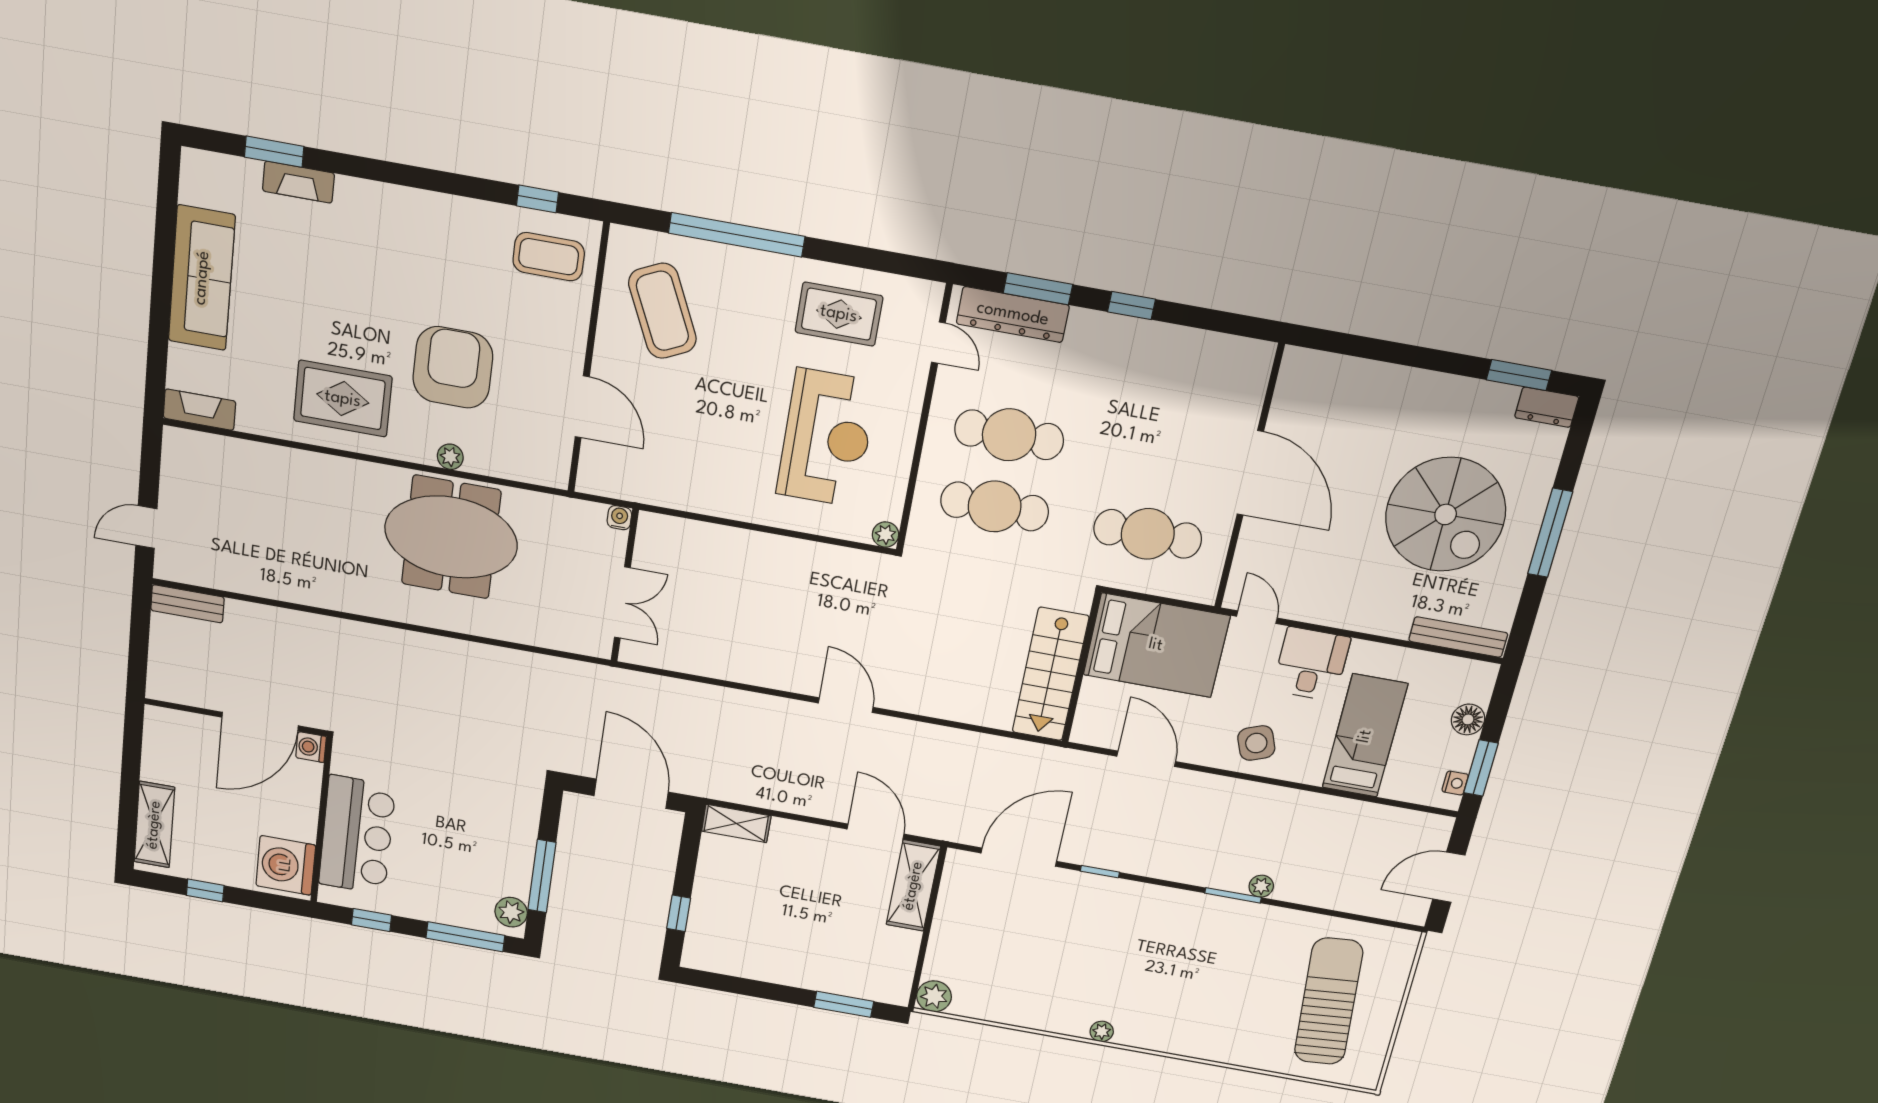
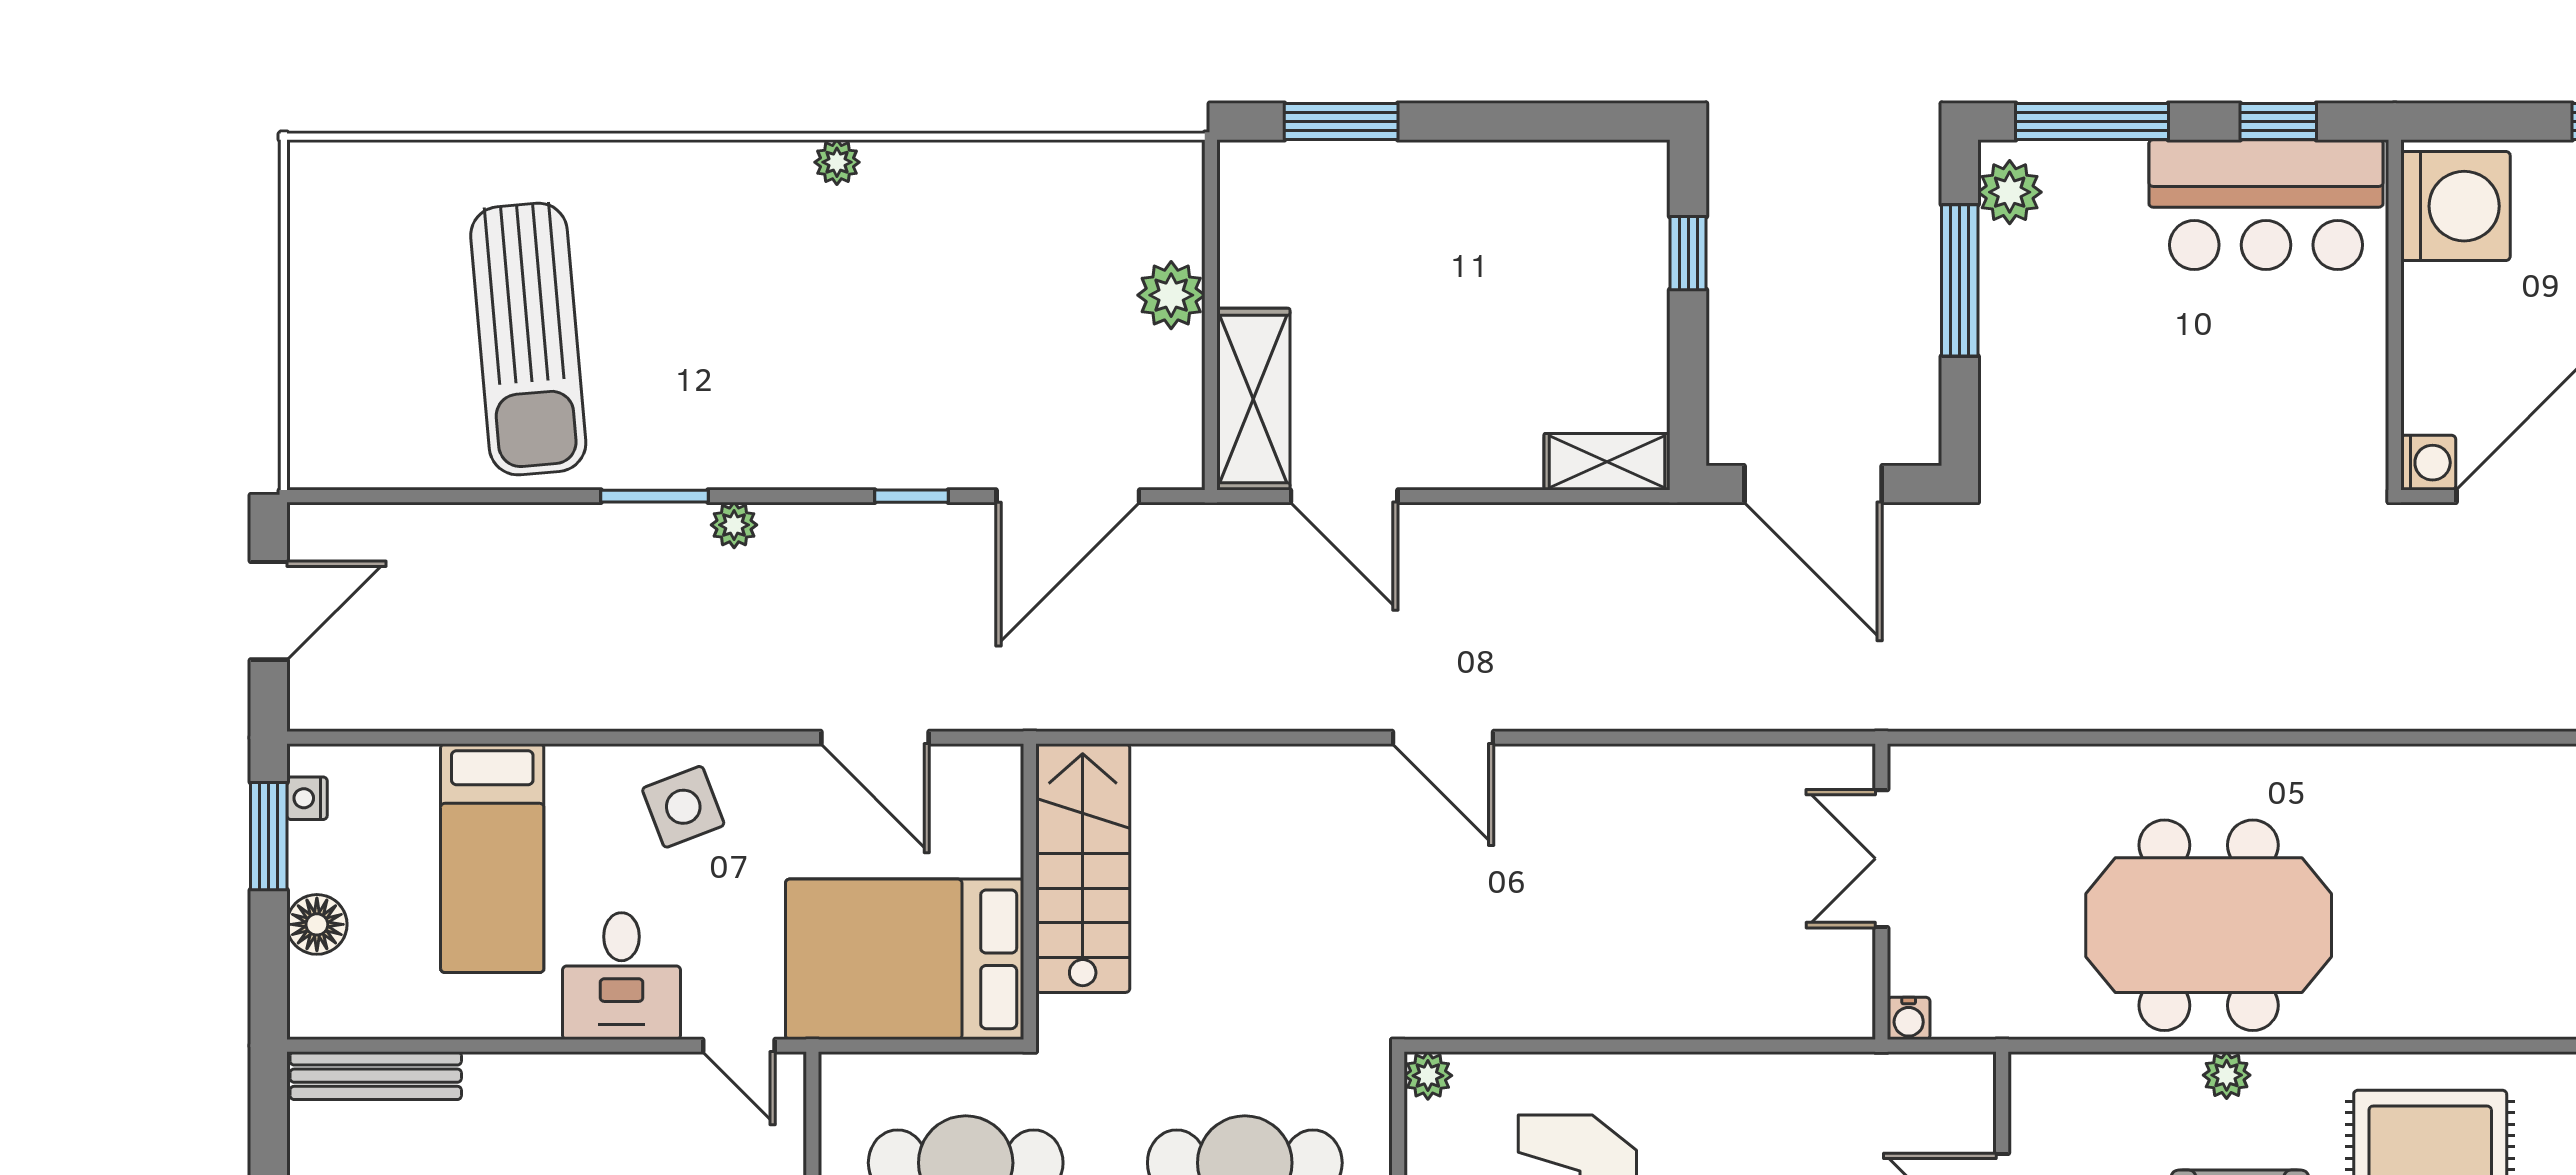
bar counter: (357, 835) -> (2266, 205), moved, turned -90
plant: (1261, 886) -> (734, 525), moved
plant: (934, 996) -> (1171, 295), moved
sun lounger: (1329, 1001) -> (528, 339), moved

